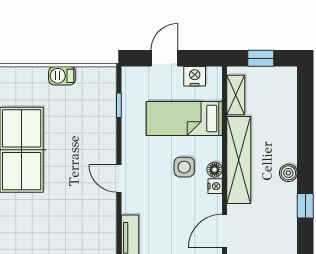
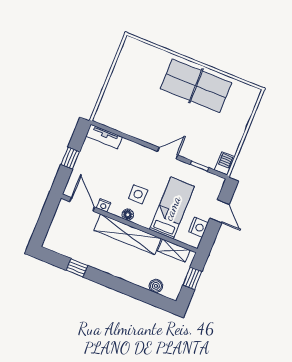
barbecue: (62, 76) -> (225, 163), moved
boiler: (288, 173) -> (156, 286), moved
door: (119, 179) -> (168, 153), moved
nightstand: (215, 186) -> (104, 205), moved

